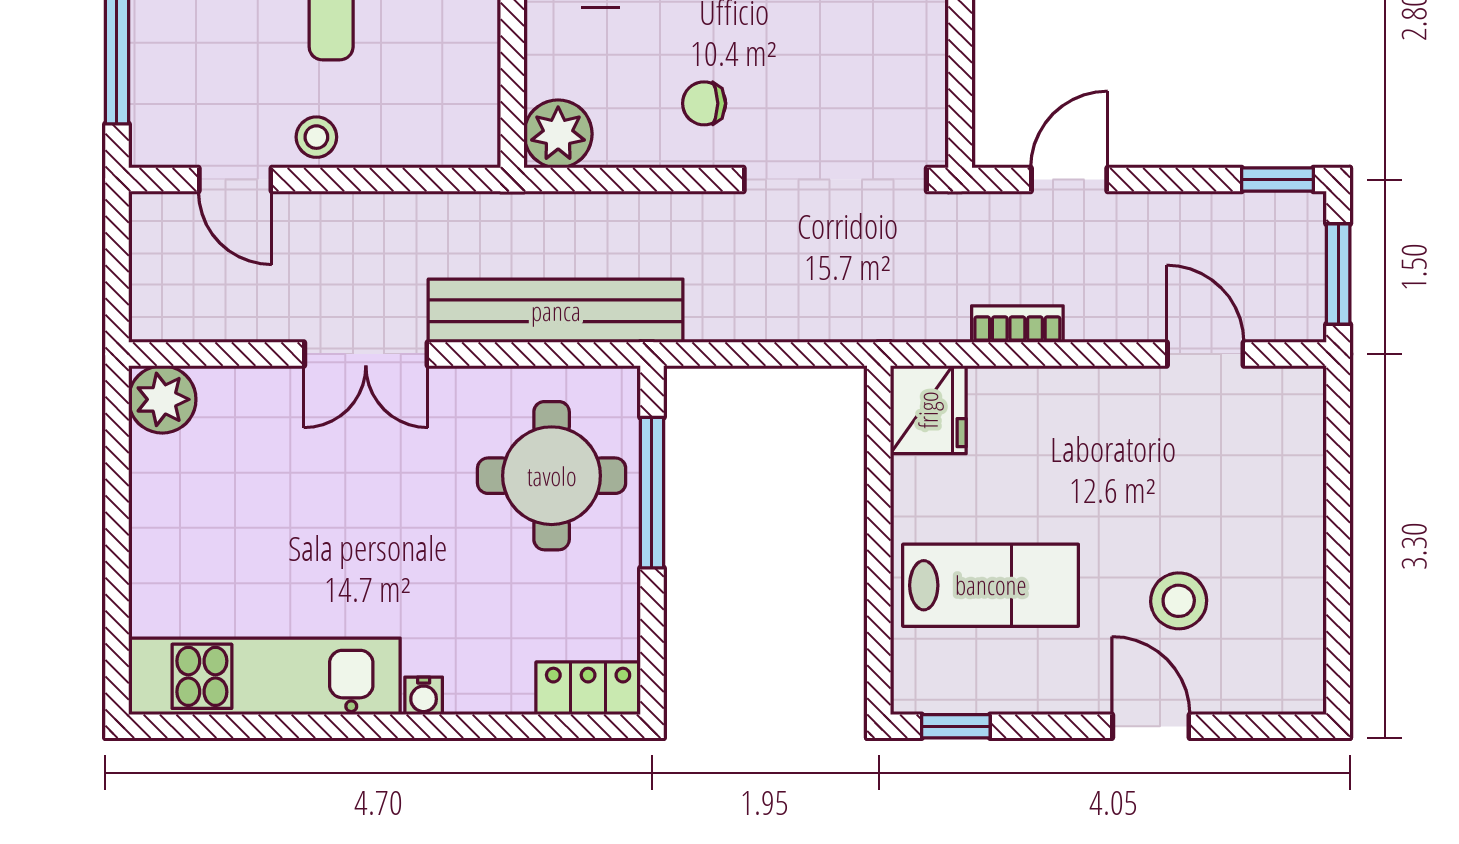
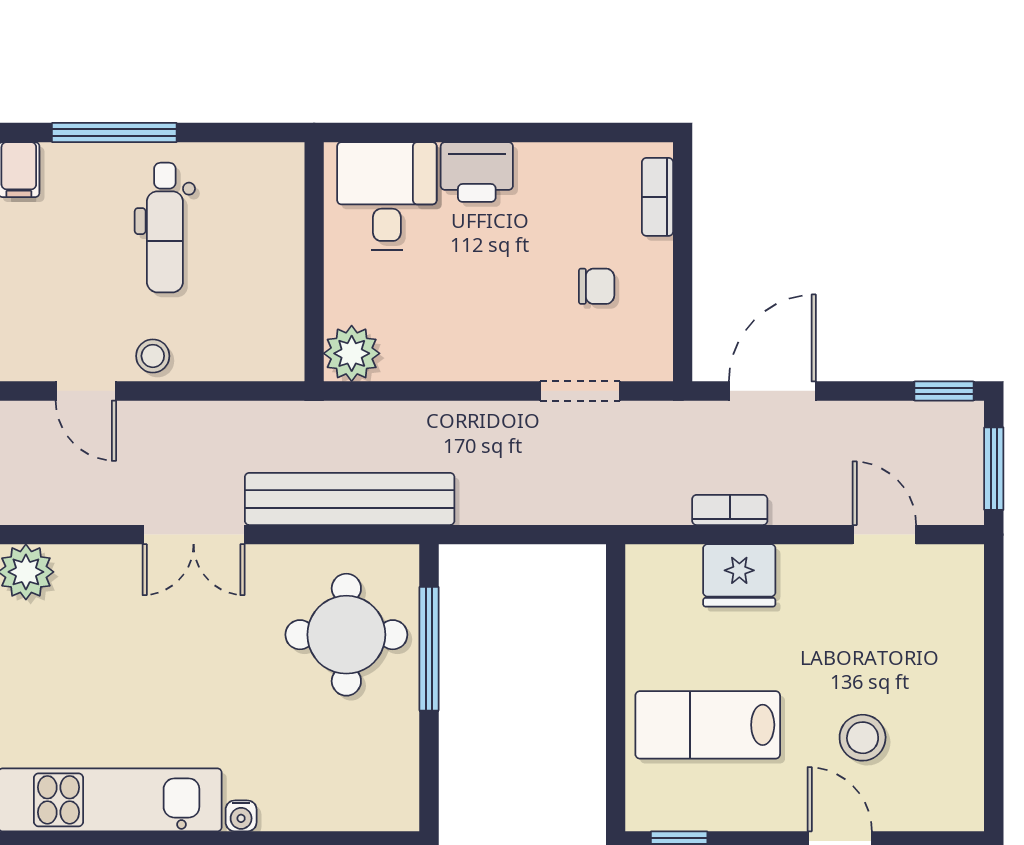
chair: (704, 103) -> (597, 286), moved, turned 180
doorway: (835, 180) -> (580, 391), width x0.53
door: (1069, 180) -> (772, 391), width x1.38
fridge: (928, 410) -> (739, 575), moved, turned 90
lab bench: (991, 585) -> (708, 725), turned 180
locker: (588, 688) -> (376, 810), removed

